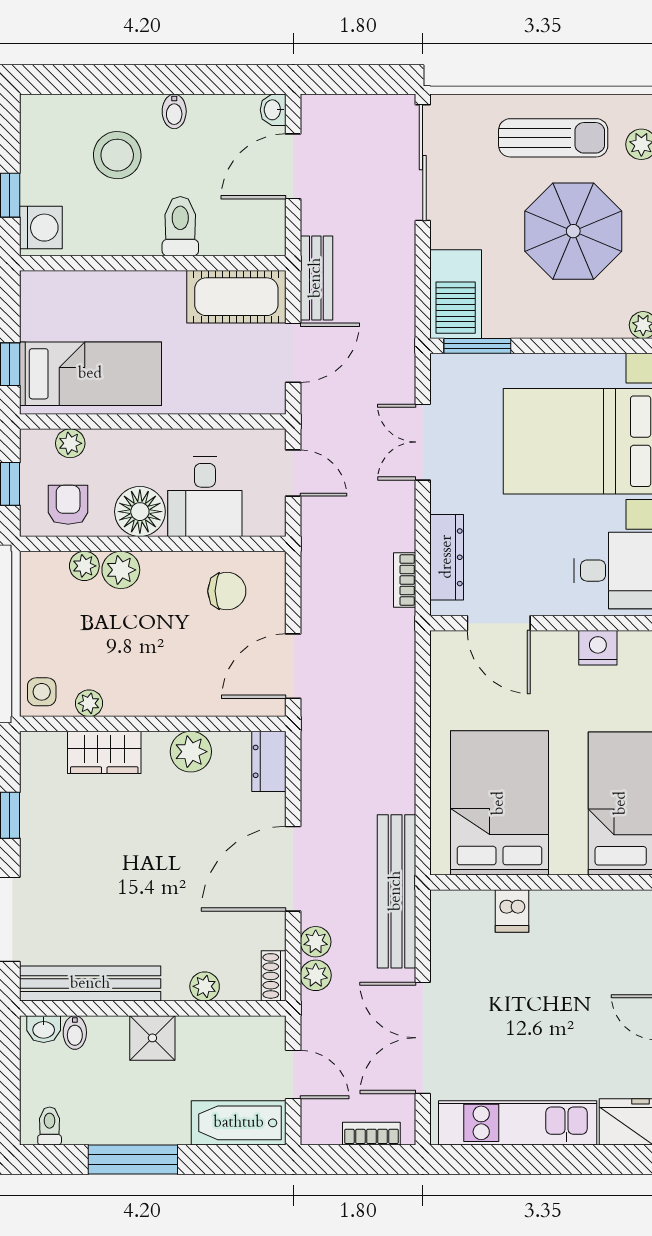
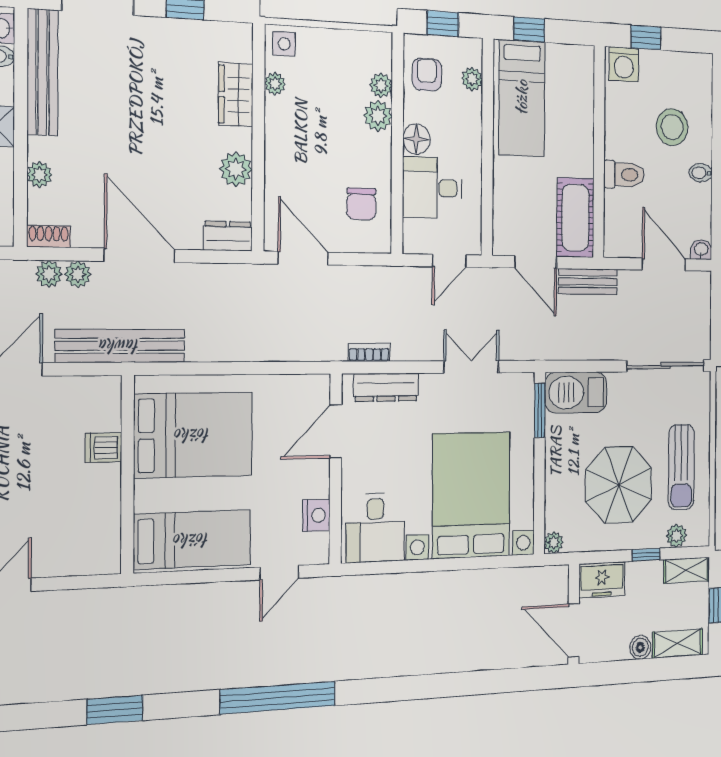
armchair: (68, 505) -> (427, 75), turned -90
floor lamp: (140, 512) -> (416, 139), width x0.73, depth x0.73

